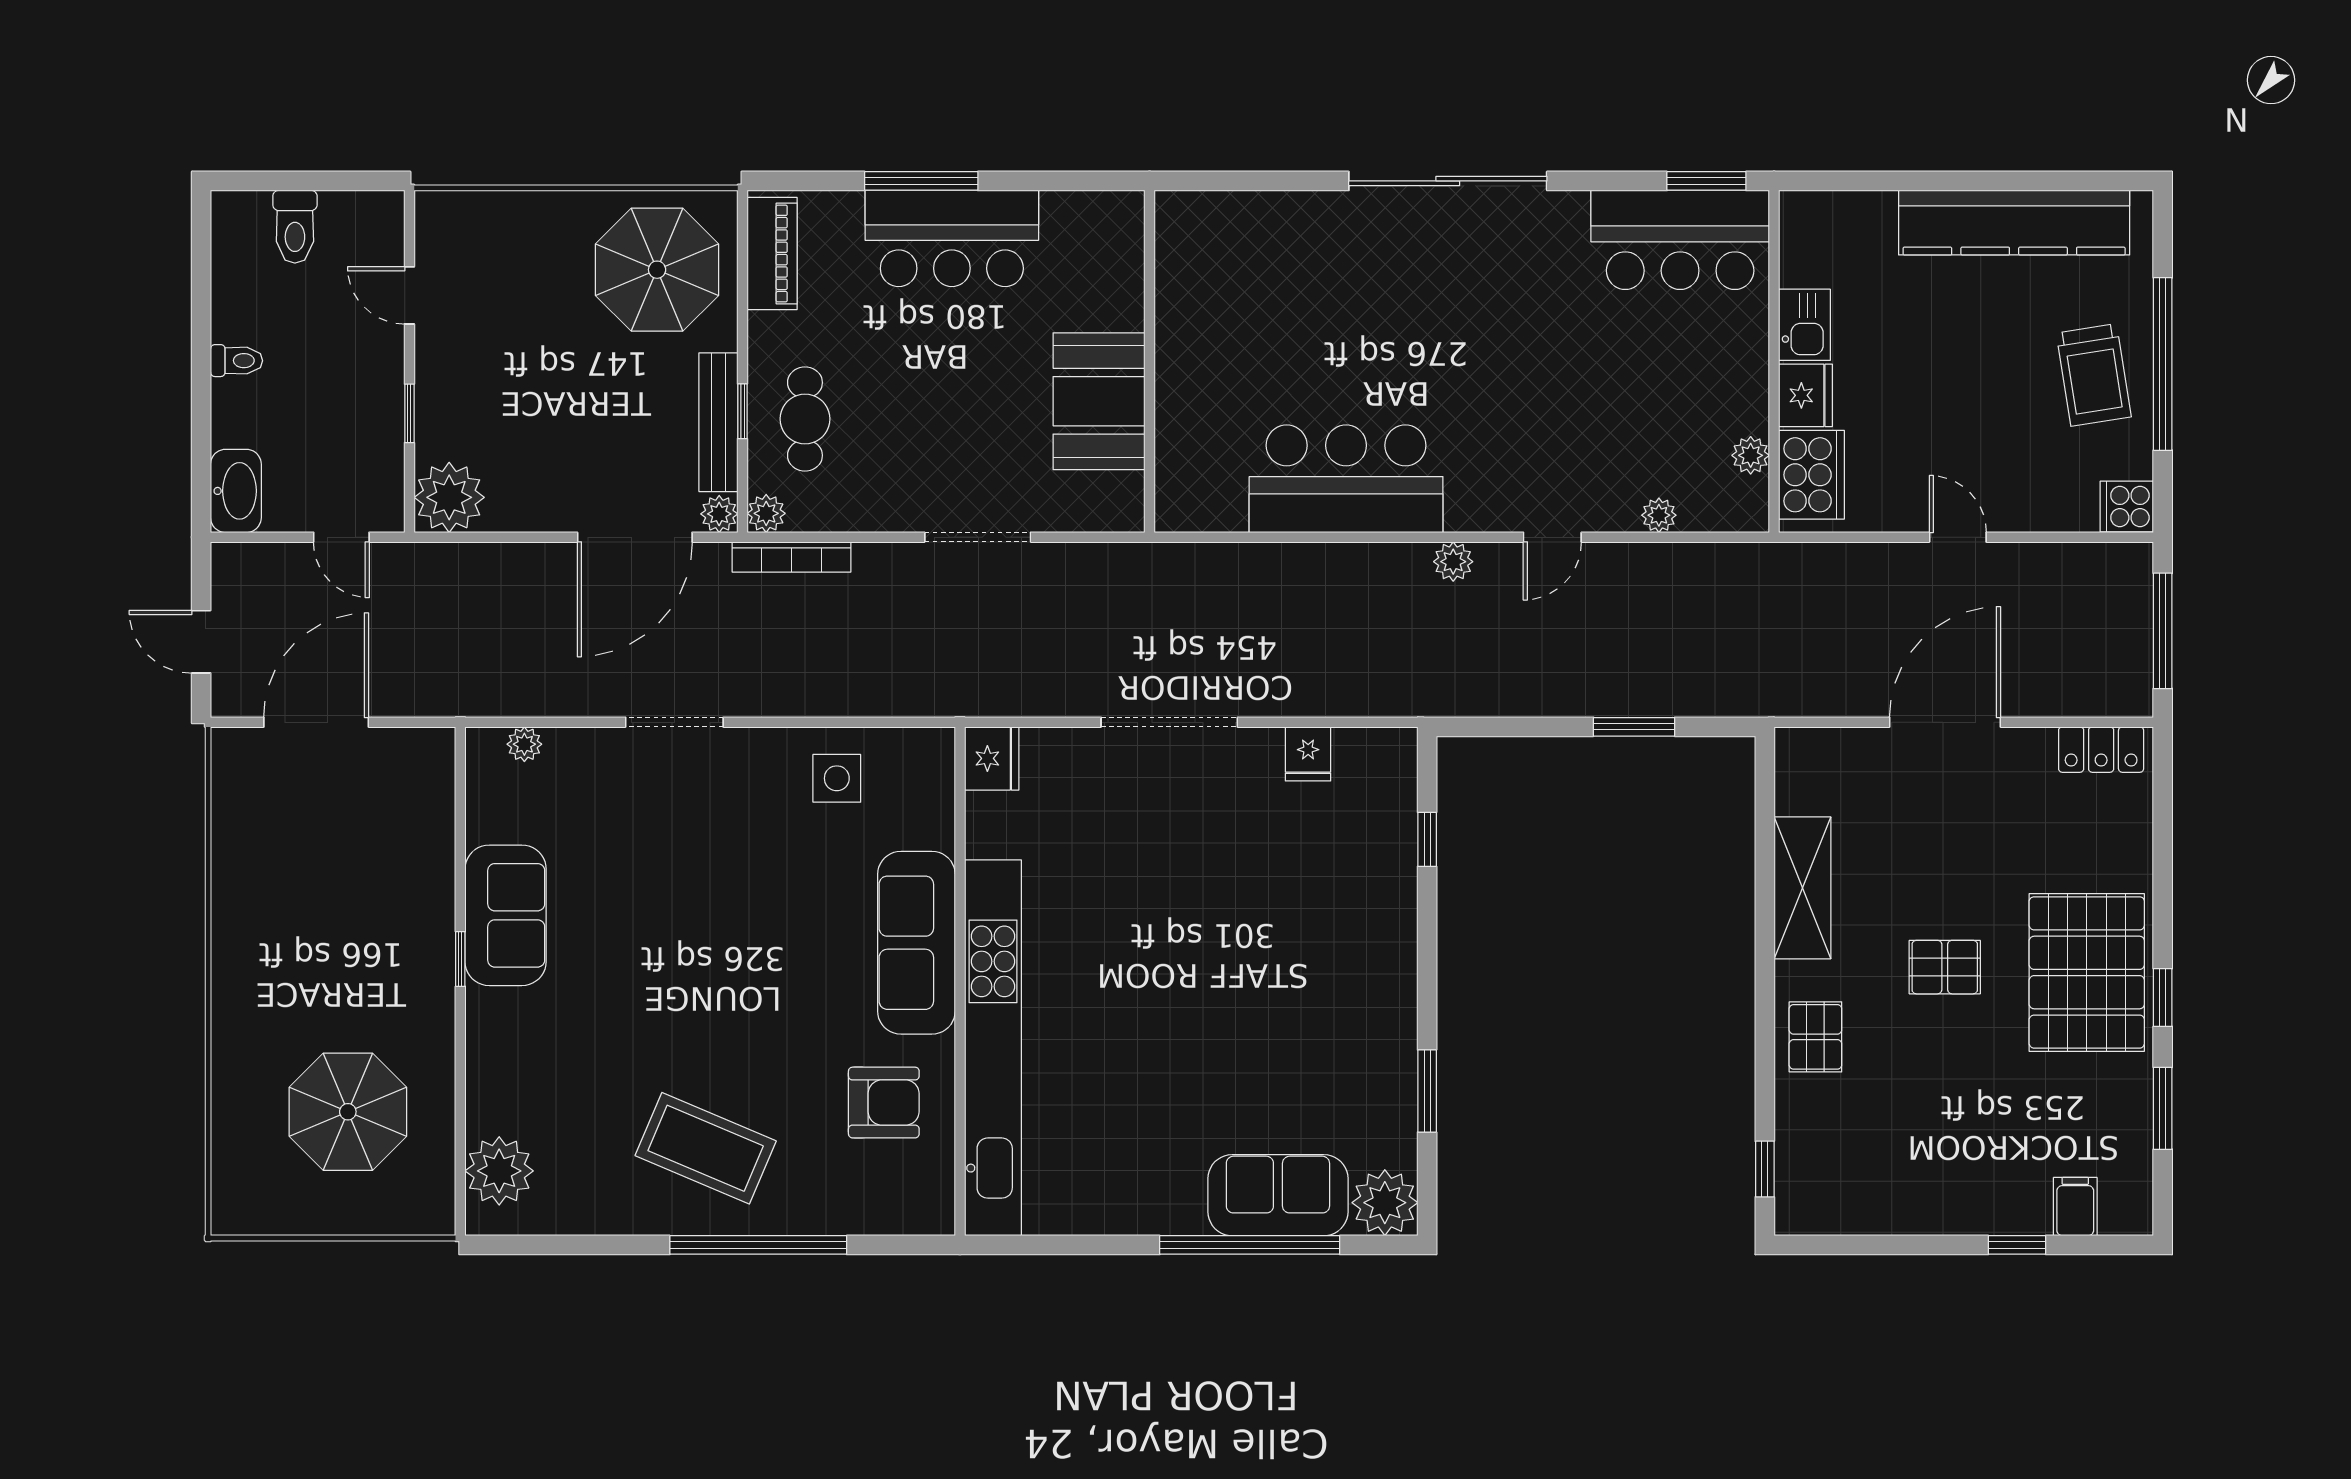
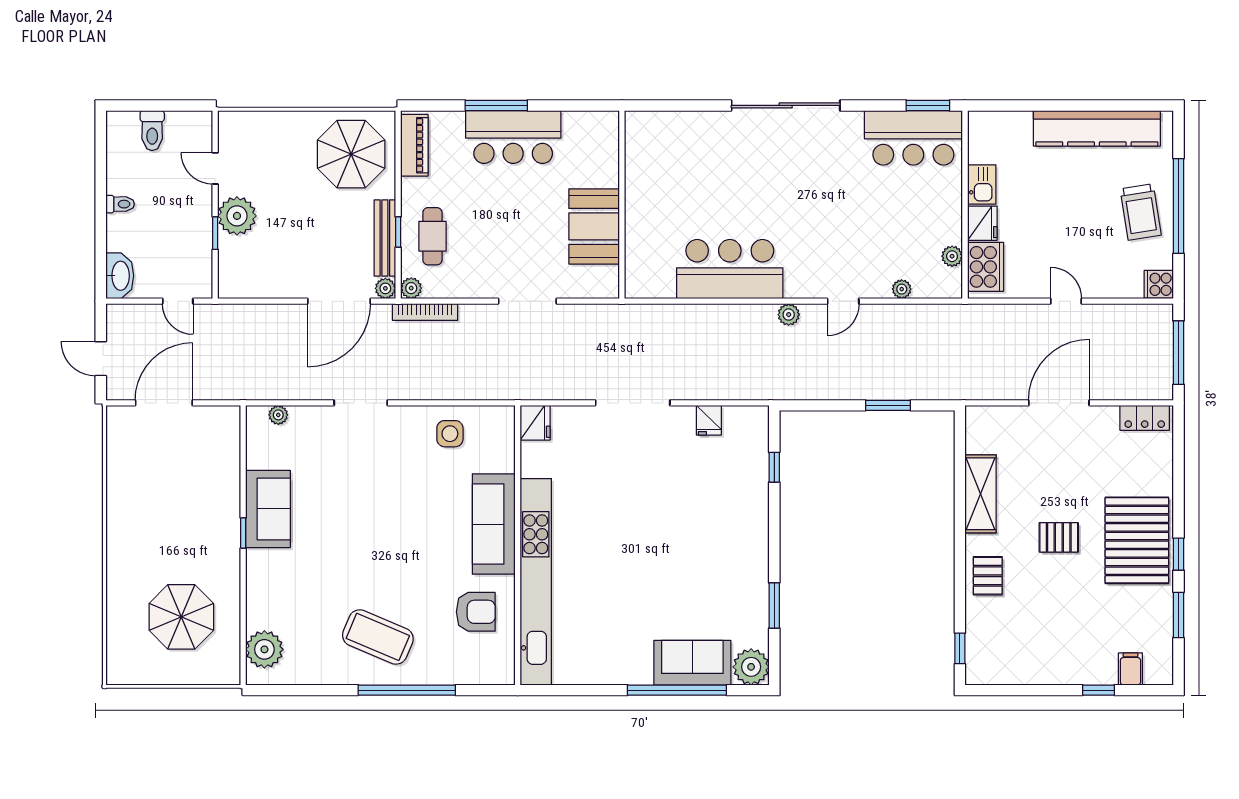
plant: (449, 497) -> (237, 216), moved

